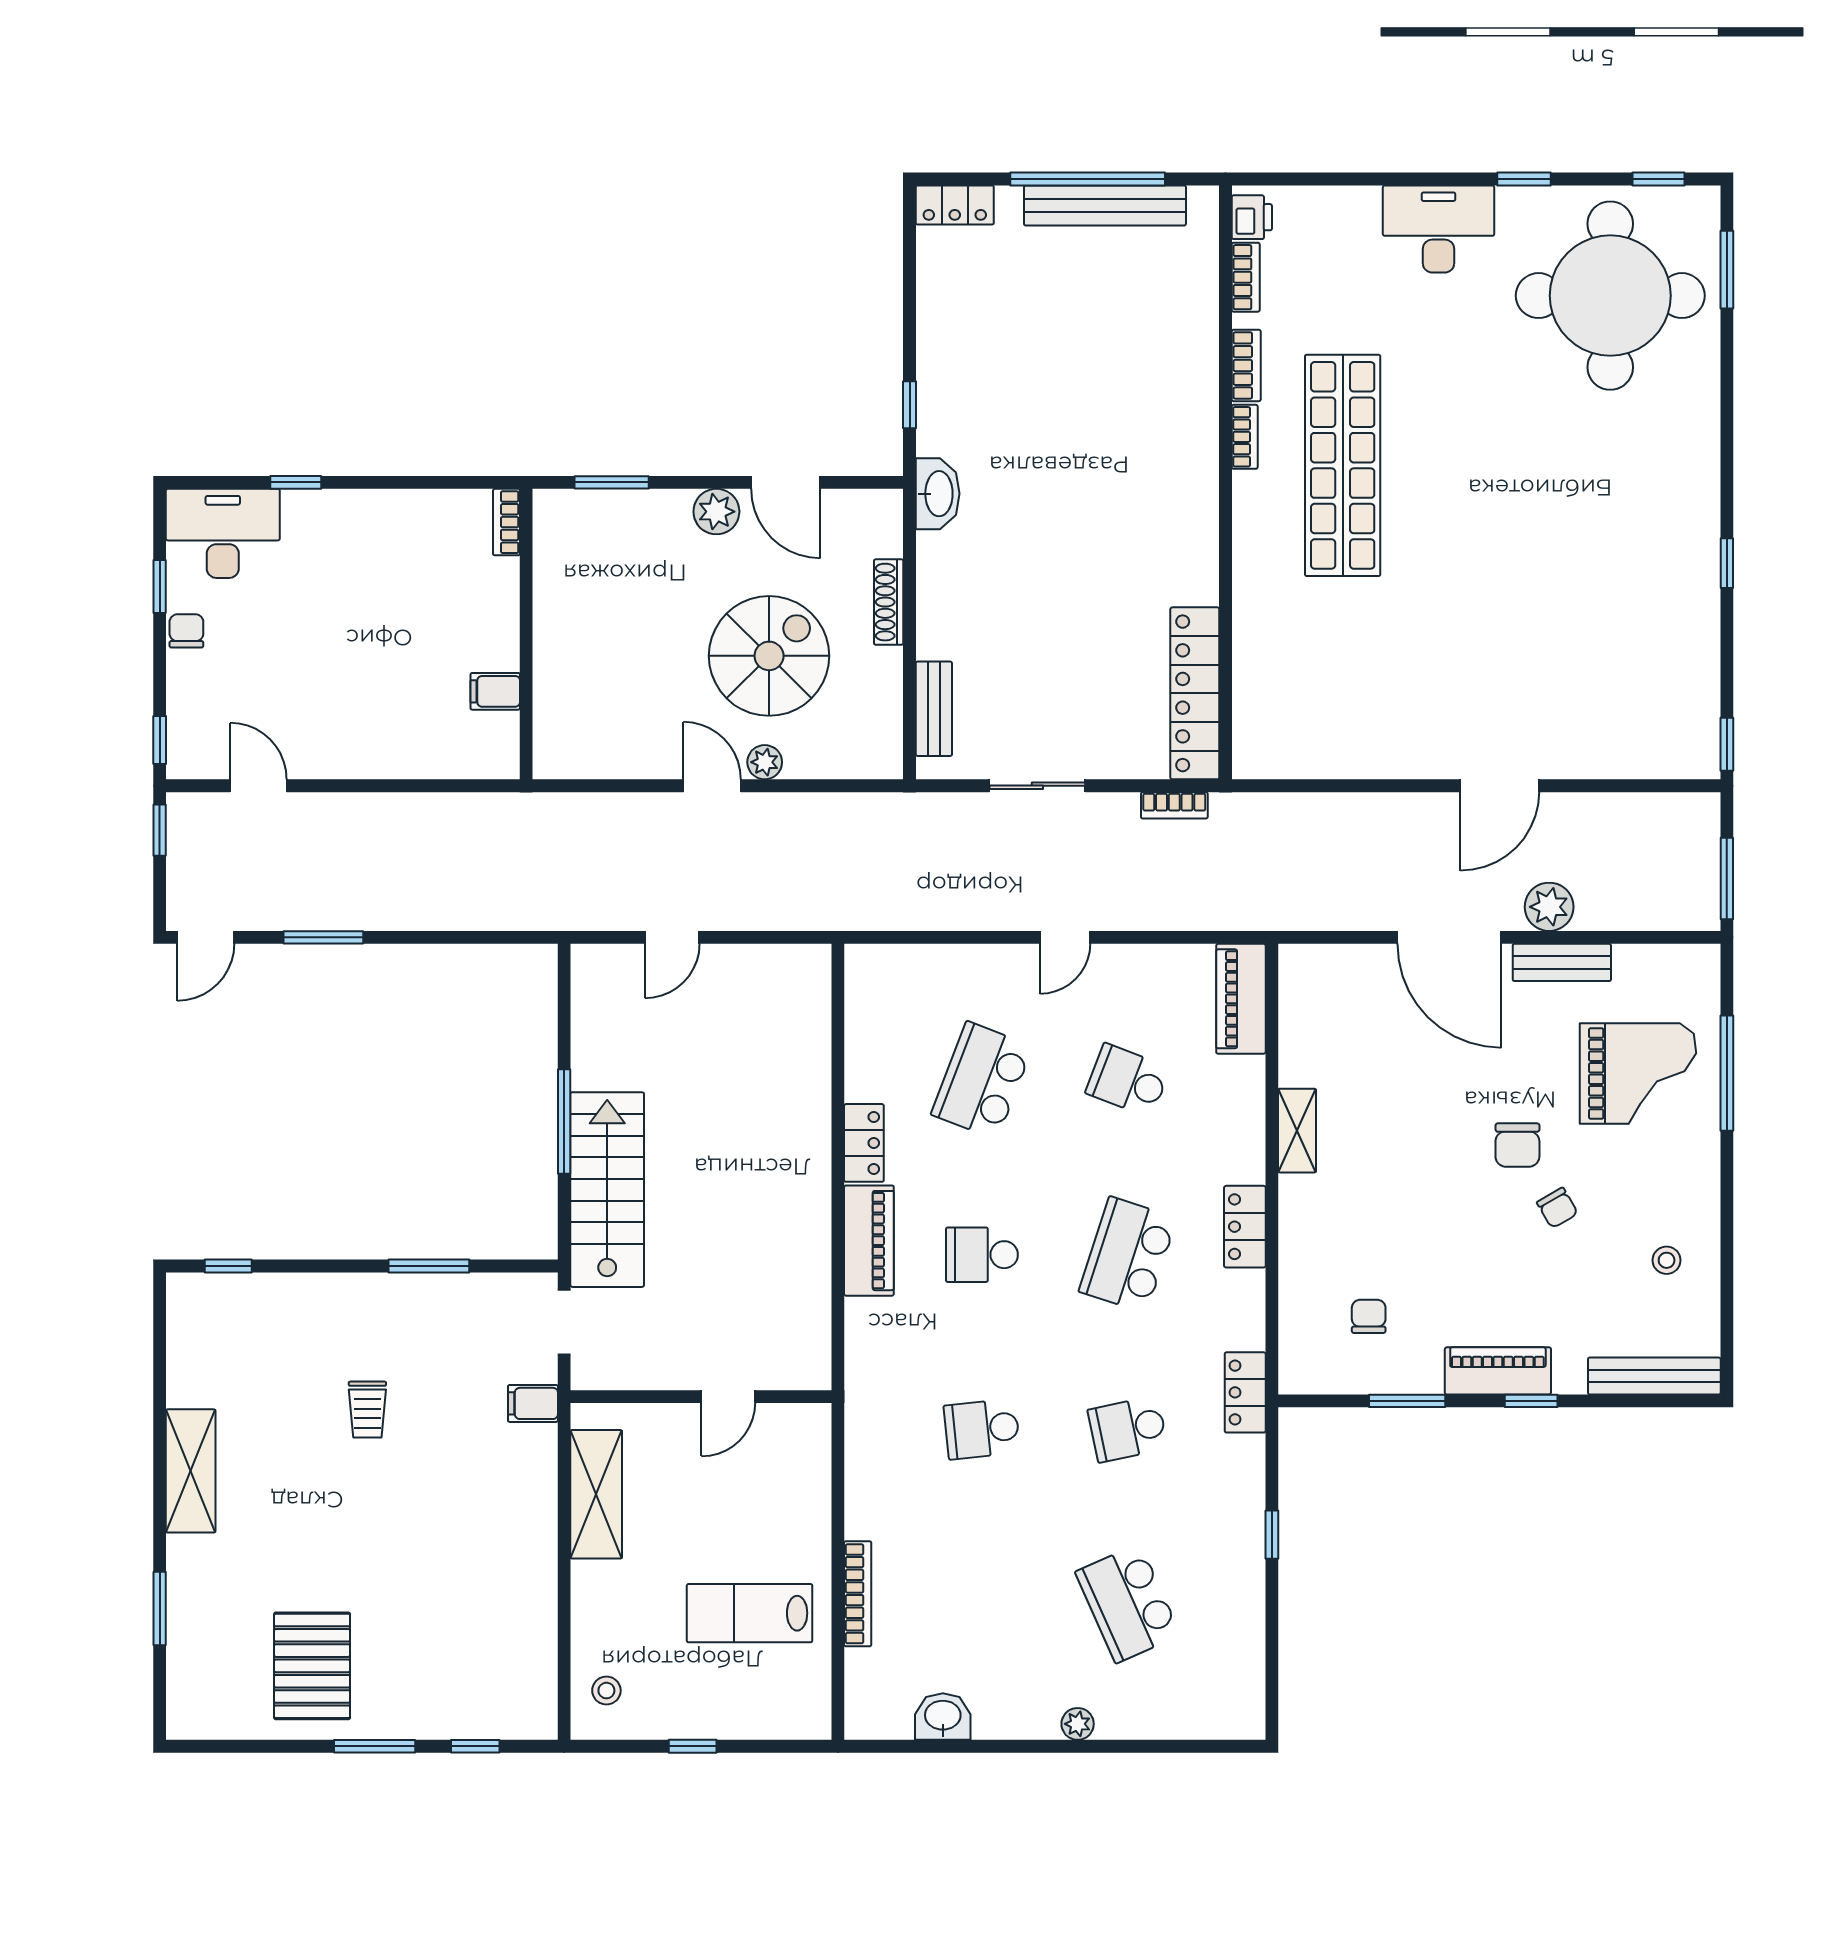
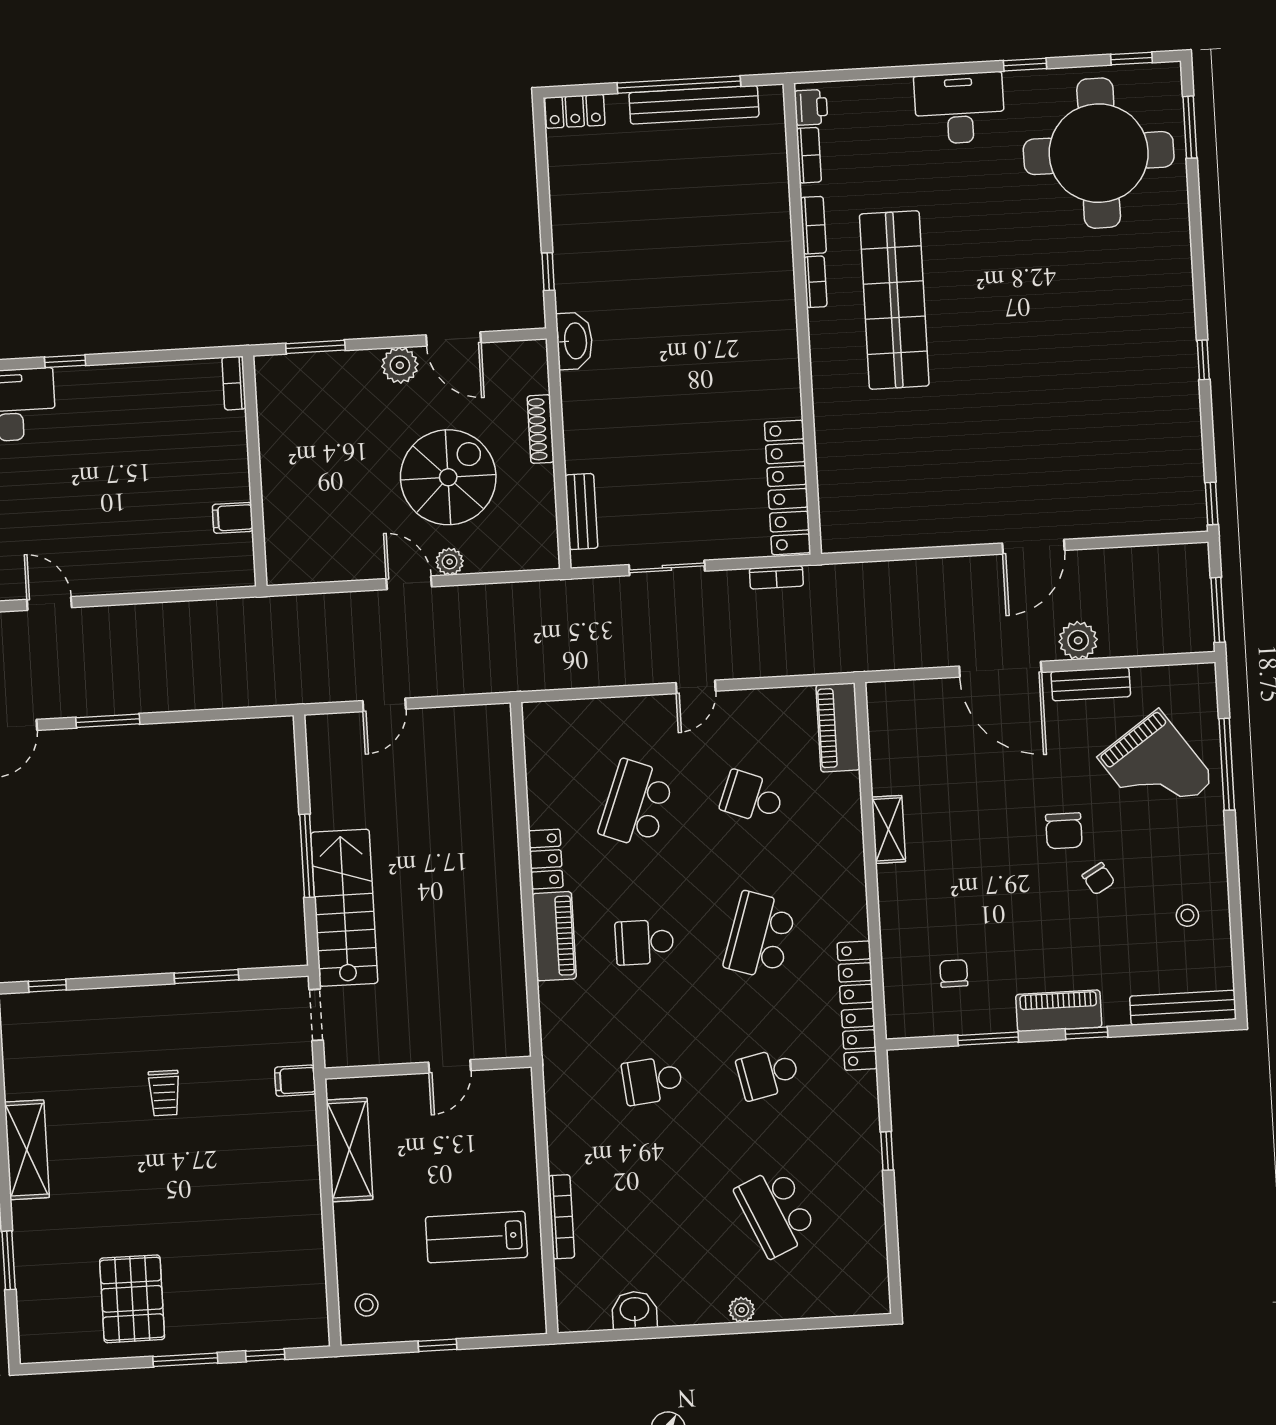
grand piano: (1638, 1073) -> (1156, 769), turned 55
locker: (1245, 1227) -> (855, 972), moved

